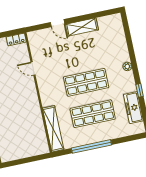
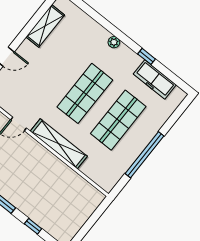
shelving: (82, 27) -> (45, 26), moved
shelving: (53, 129) -> (59, 144), moved

